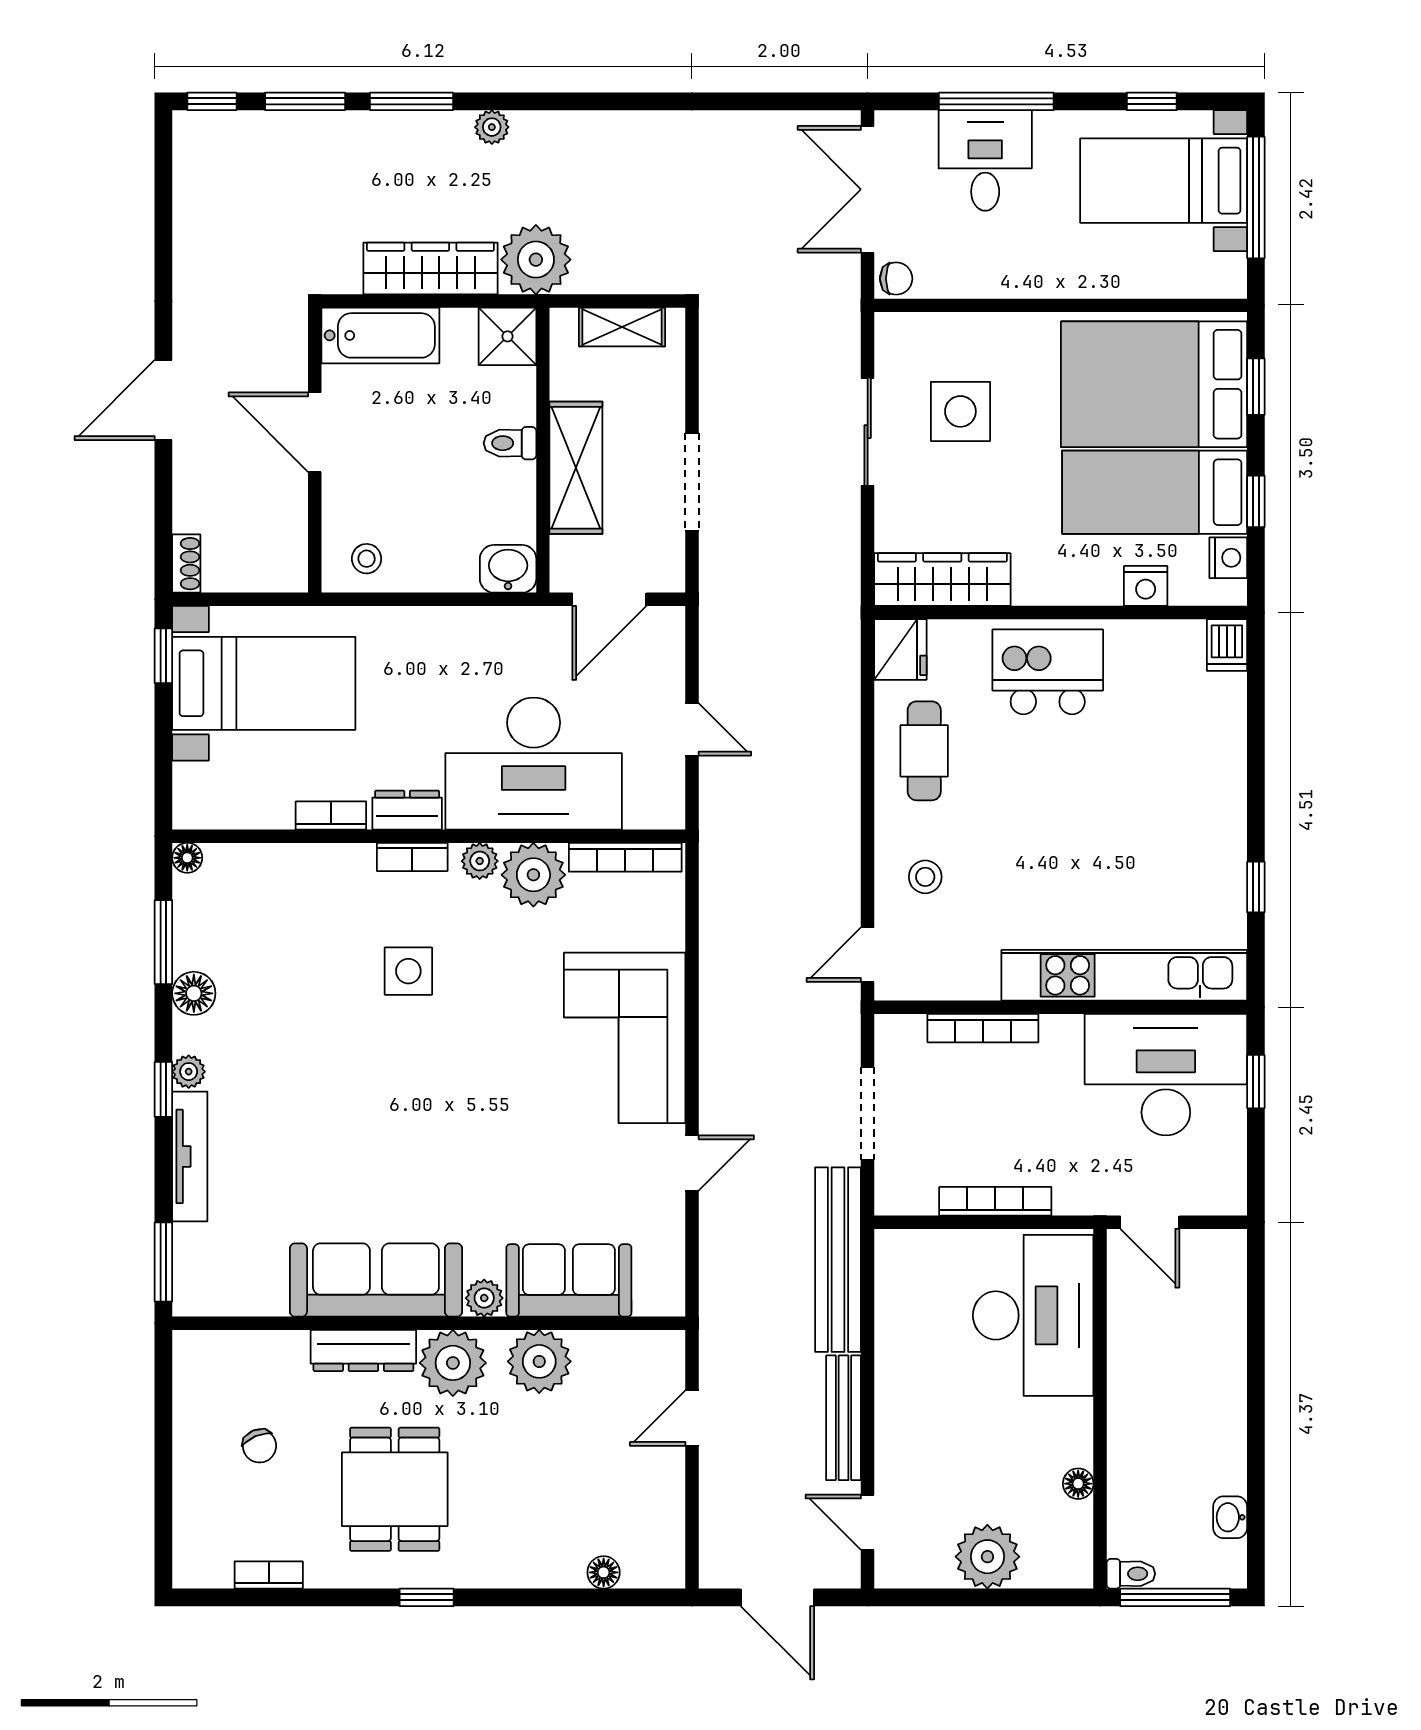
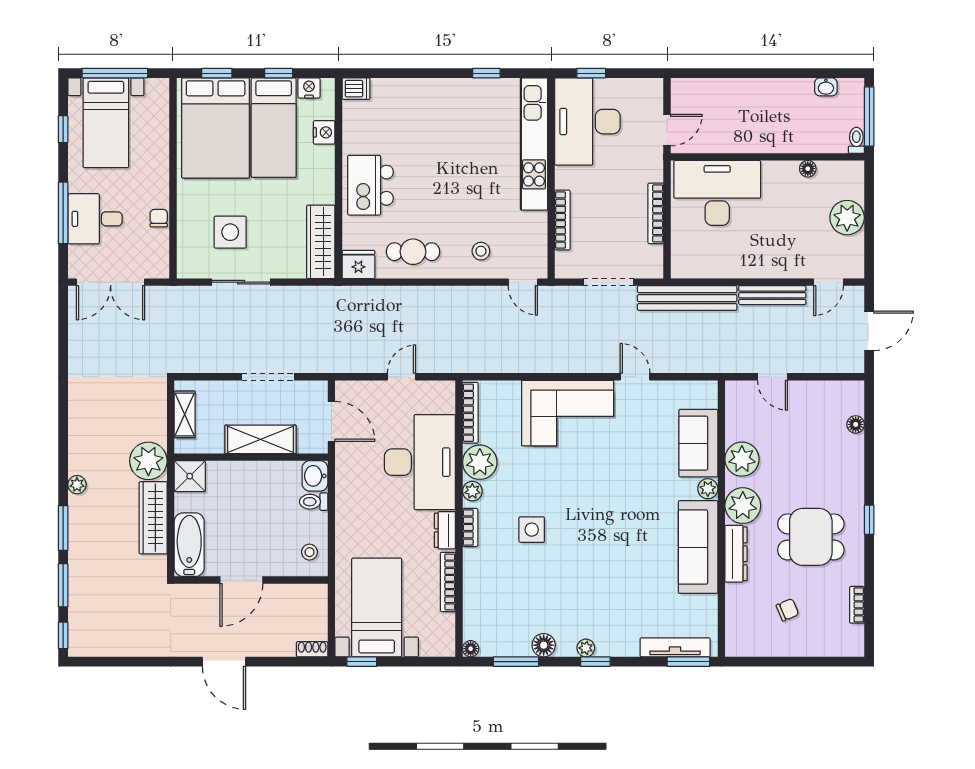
chair: (896, 279) -> (159, 218), moved
toilet: (510, 443) -> (314, 502), moved, turned 90
bookcase: (331, 816) -> (448, 582), width x1.56
tv unit: (190, 1156) -> (675, 647), moved

